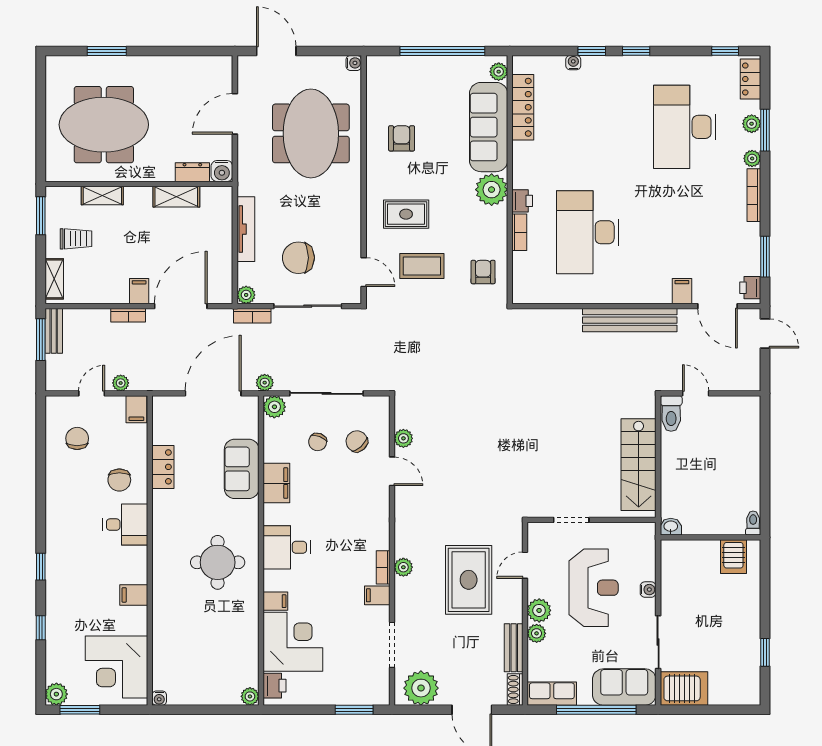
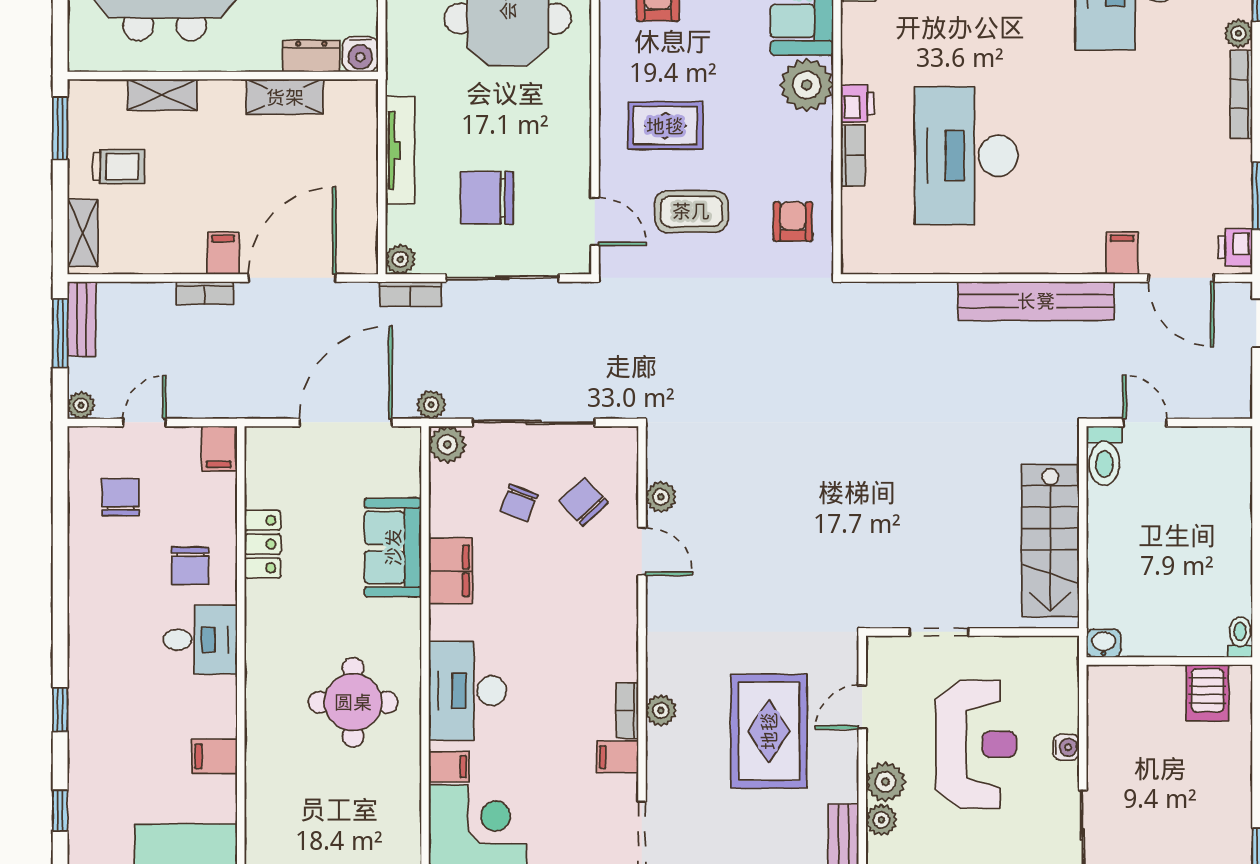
plant: (121, 383) -> (81, 405), moved
desk: (287, 547) -> (468, 691), width x1.37

